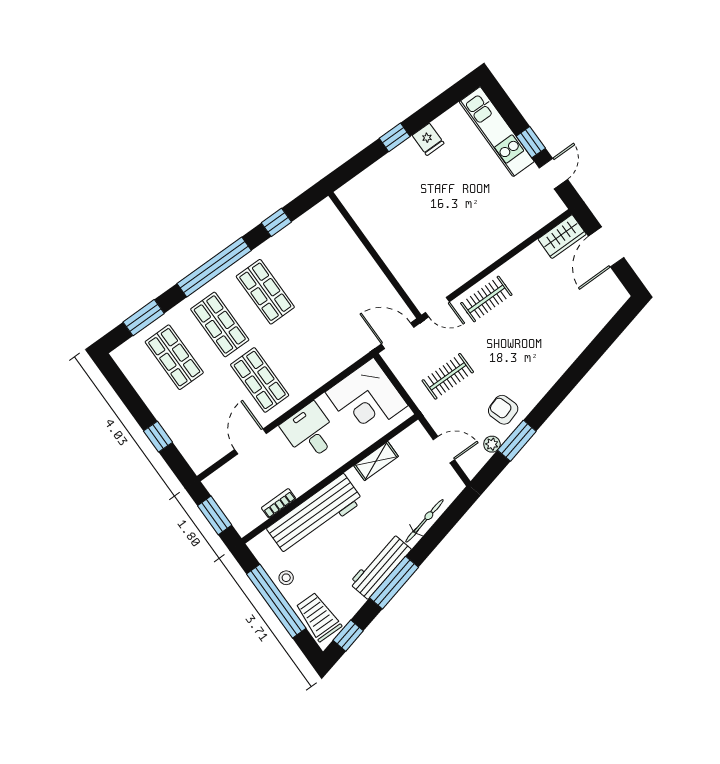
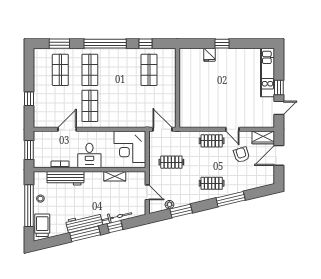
fridge: (428, 139) -> (209, 55), moved
shop shelf: (265, 292) -> (149, 70), moved
door: (437, 307) -> (232, 129), moved
clothes rail: (533, 364) -> (212, 183), added
window: (580, 368) -> (231, 199), added
armchair: (503, 410) -> (242, 155), moved
desk: (310, 432) -> (89, 156), moved, turned 180
workbench: (315, 515) -> (65, 178), width x0.73, depth x0.76
window: (348, 636) -> (115, 227), moved

